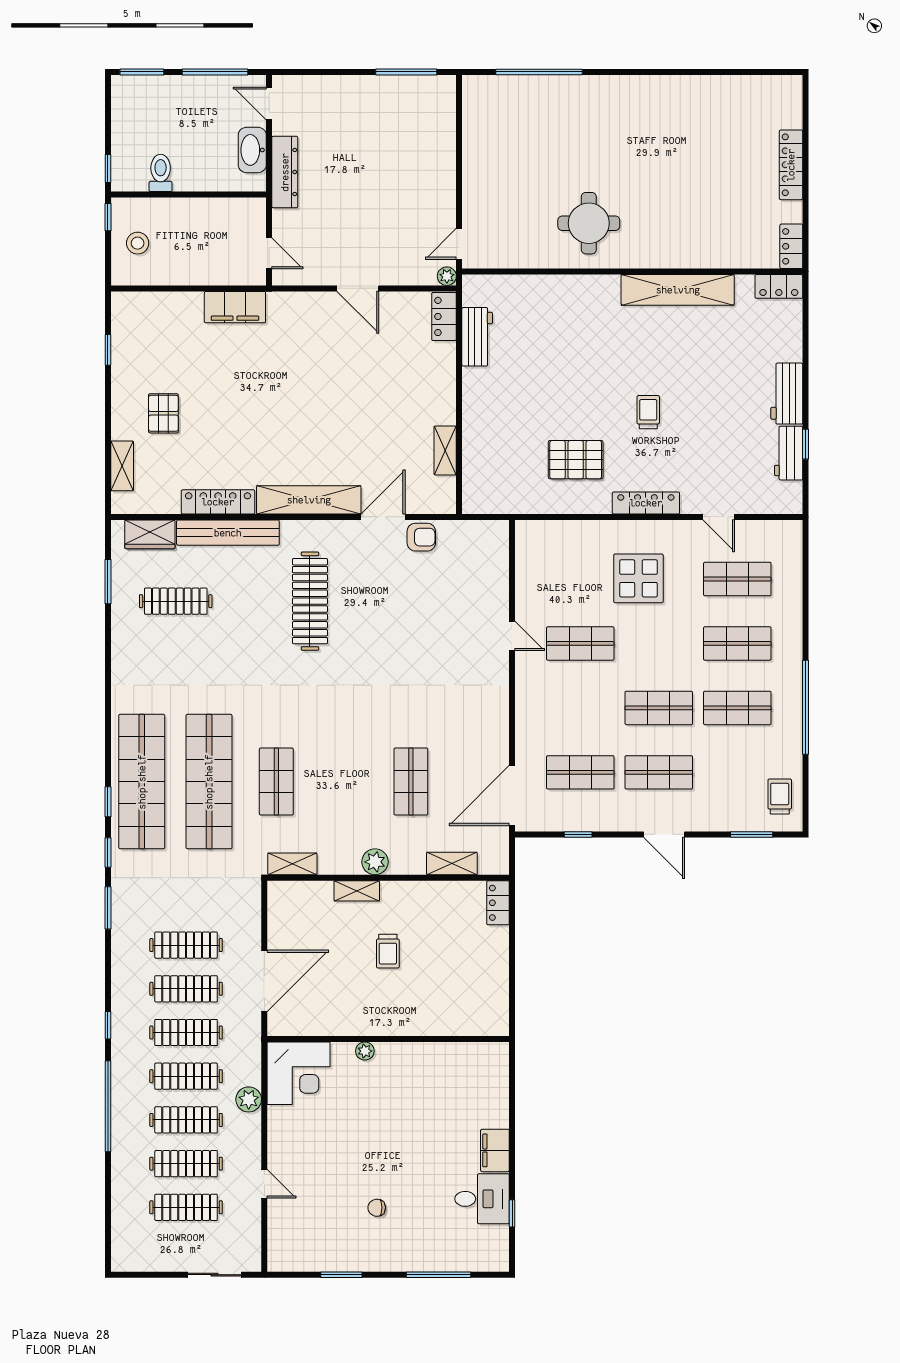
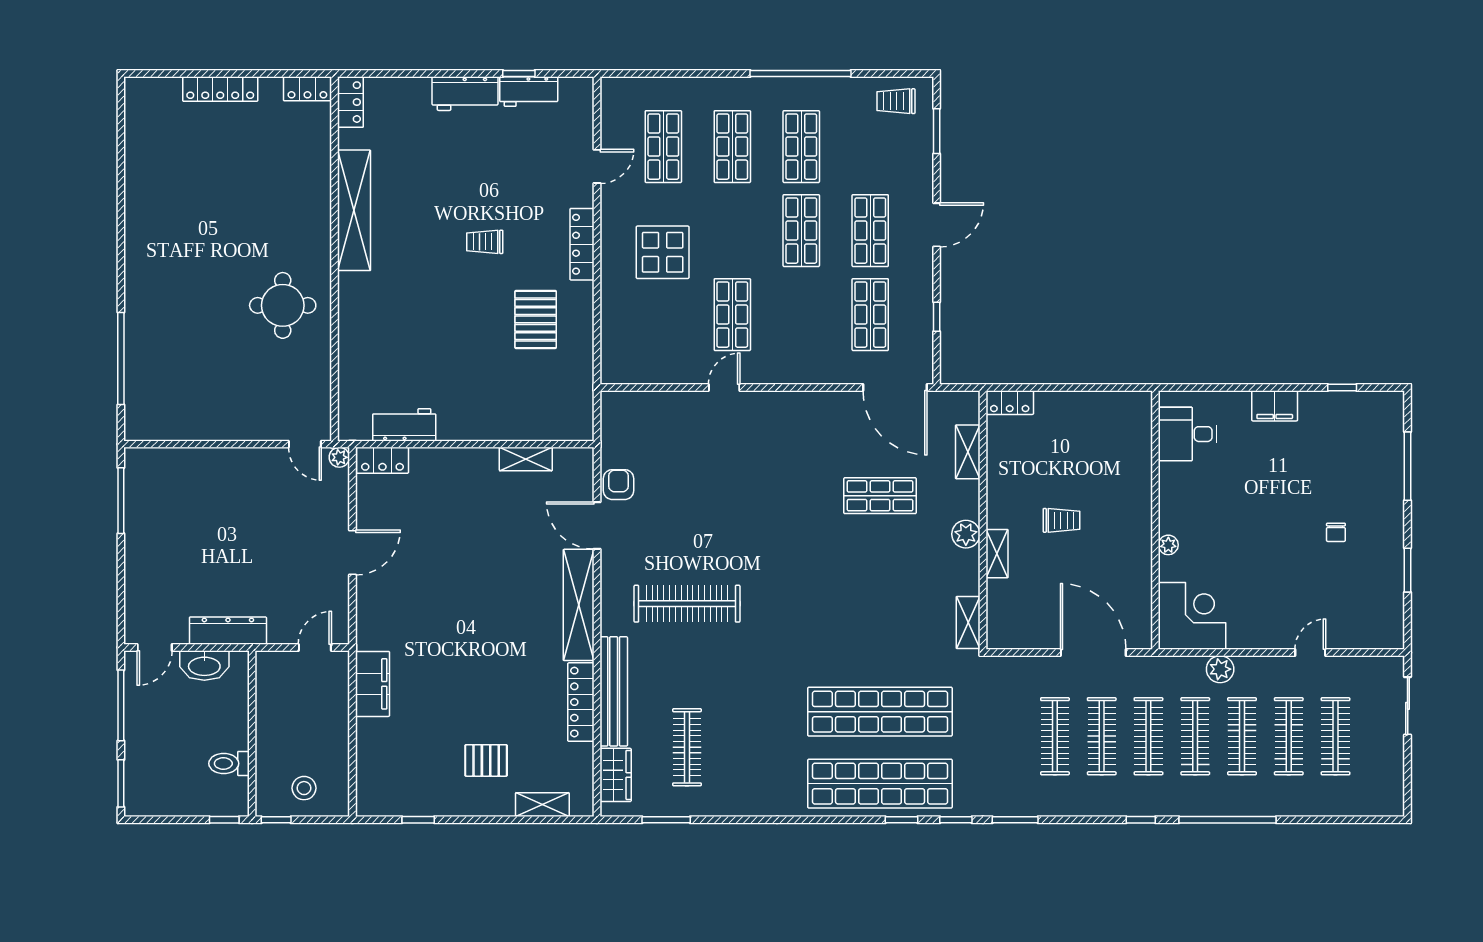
shop shelf: (276, 782) -> (880, 640), removed
desk: (482, 1199) -> (1187, 434), moved, turned -90

